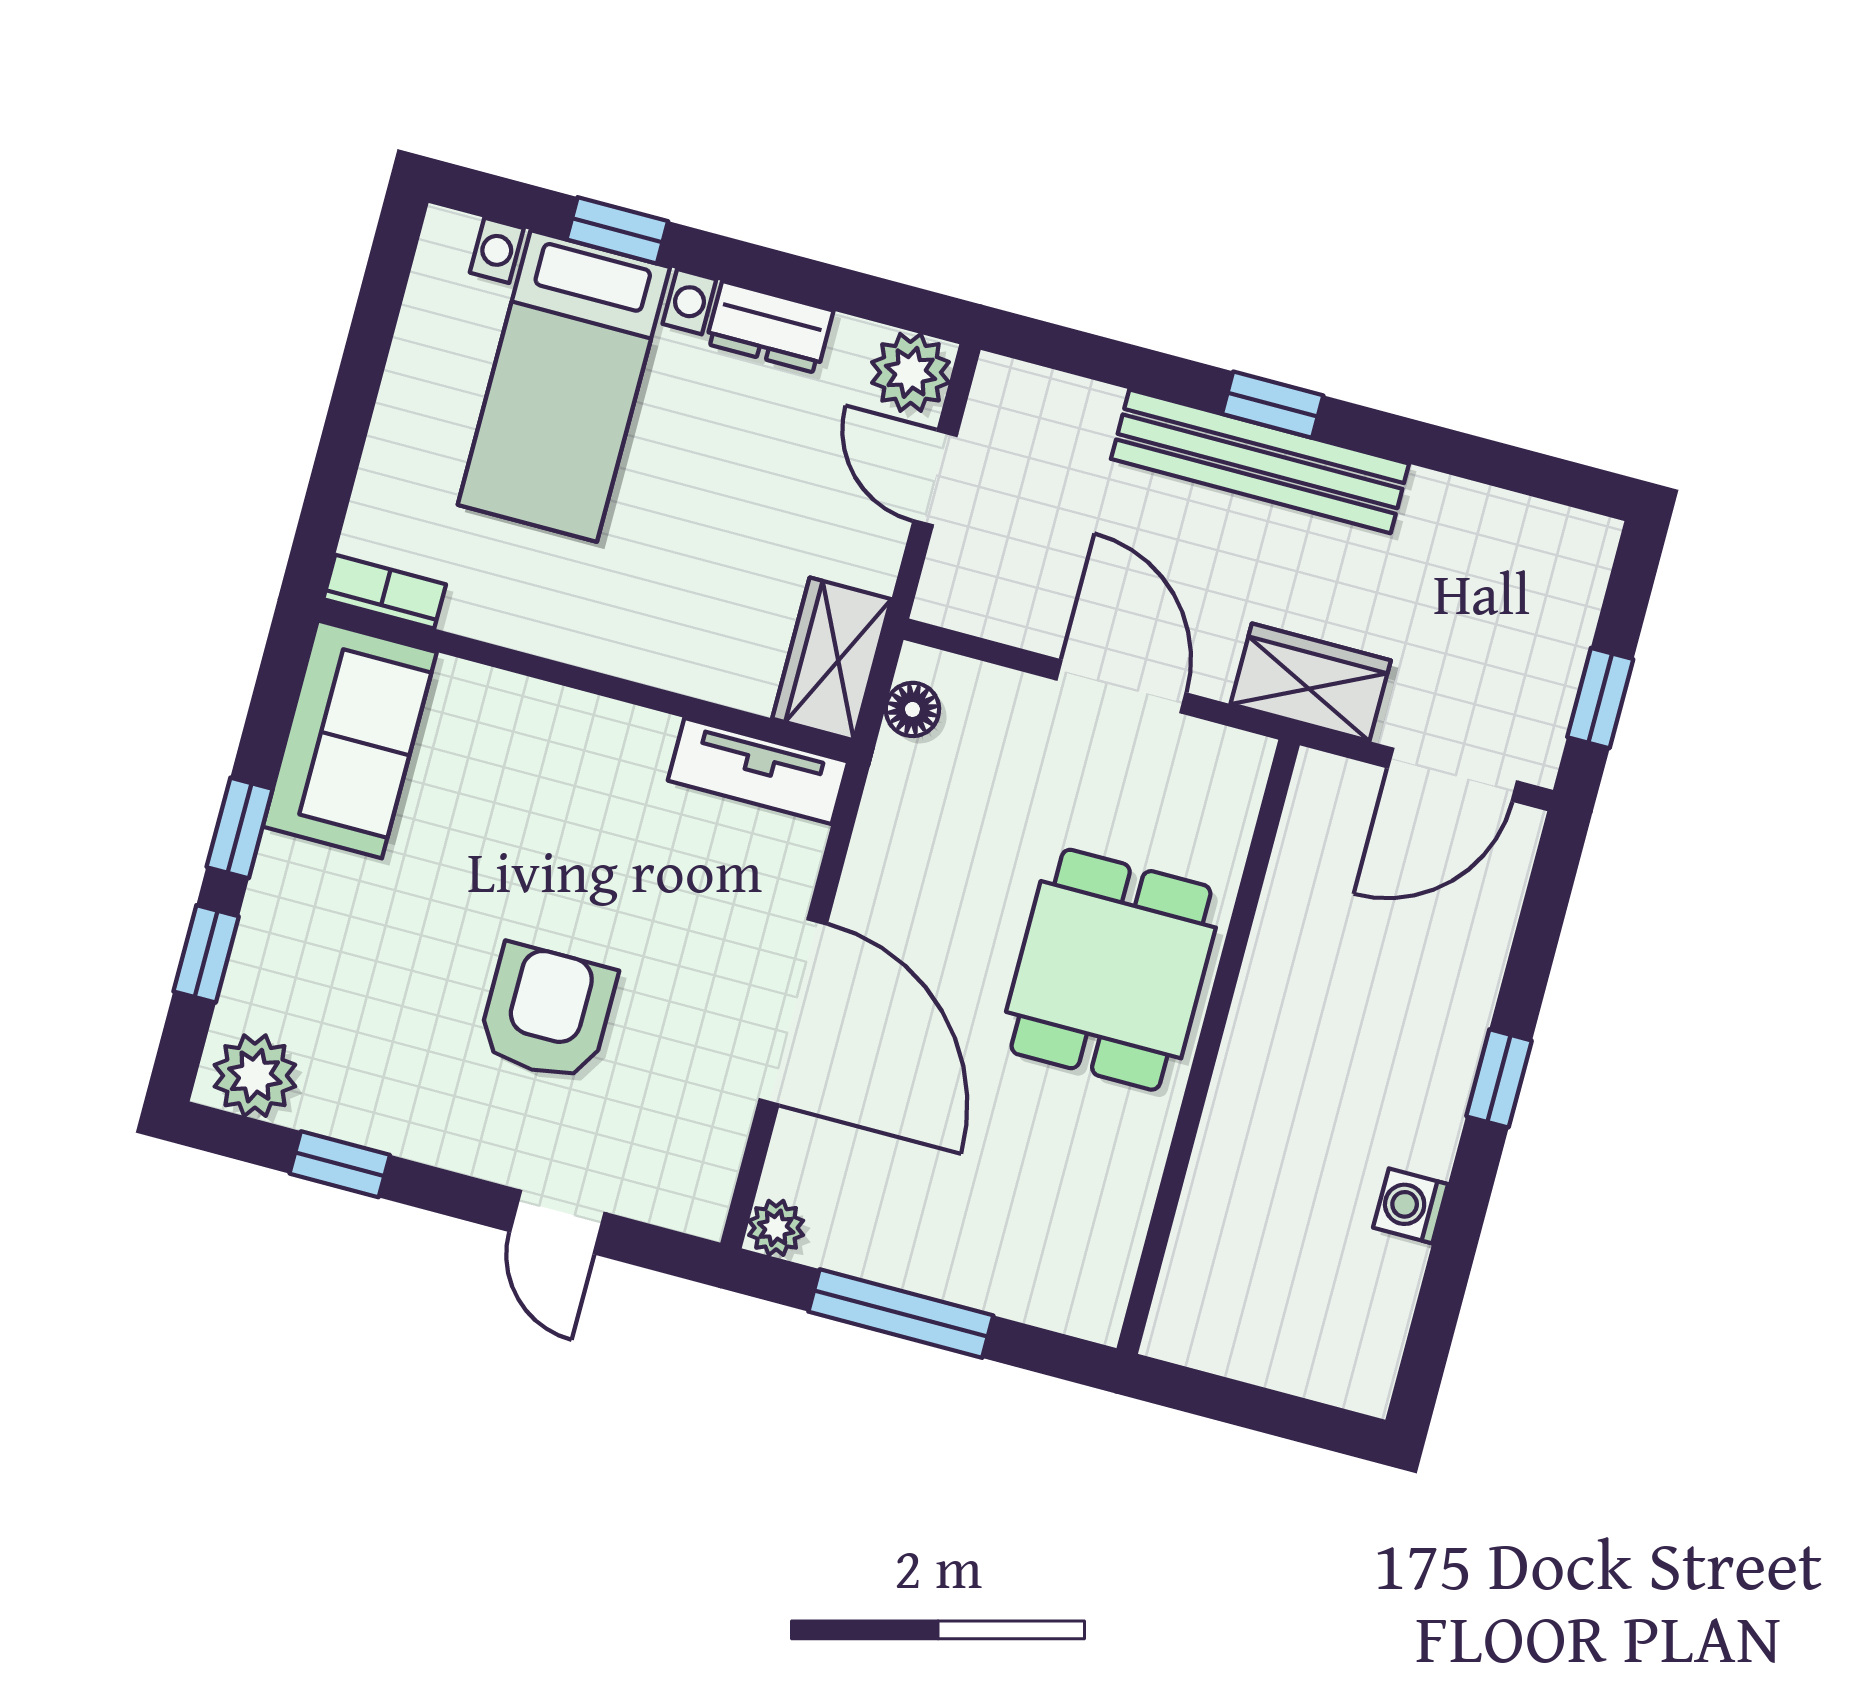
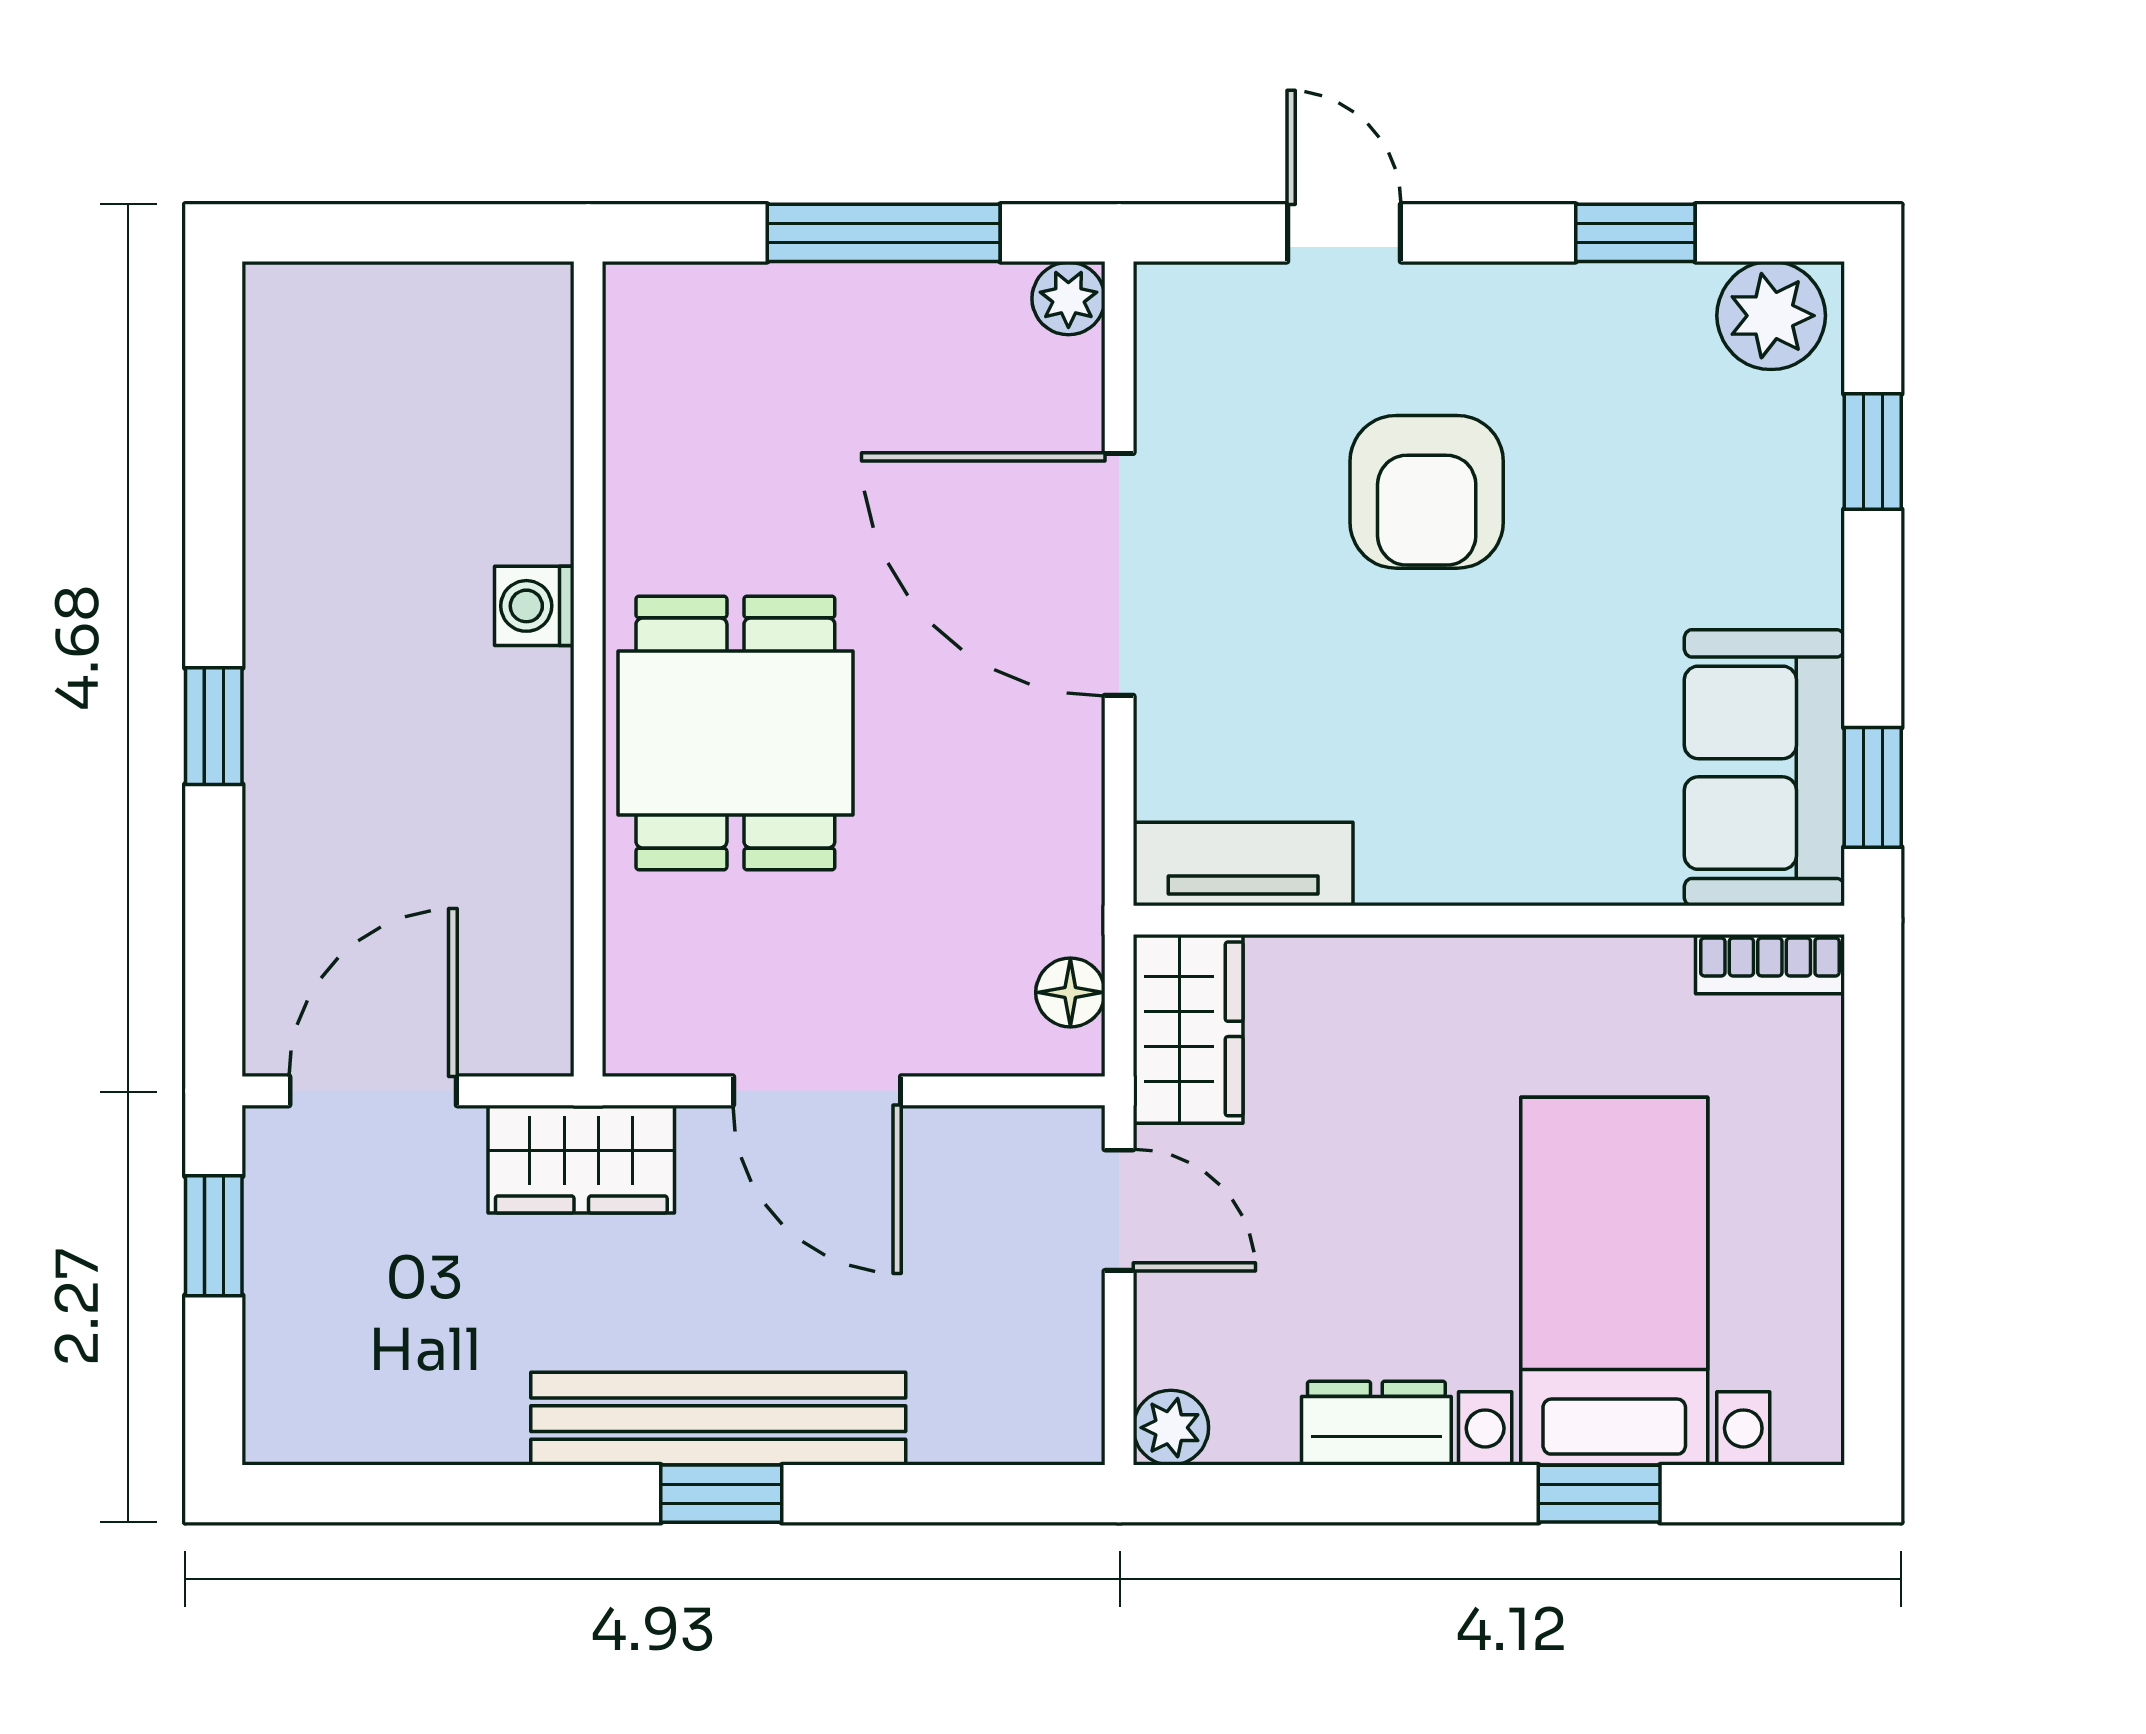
plant: (911, 372) -> (1171, 1428), width x0.73, depth x0.73
door: (935, 478) -> (1119, 1210), moved
window: (240, 828) -> (1873, 787), moved
washing machine: (1411, 1206) -> (534, 606), moved, turned 180

